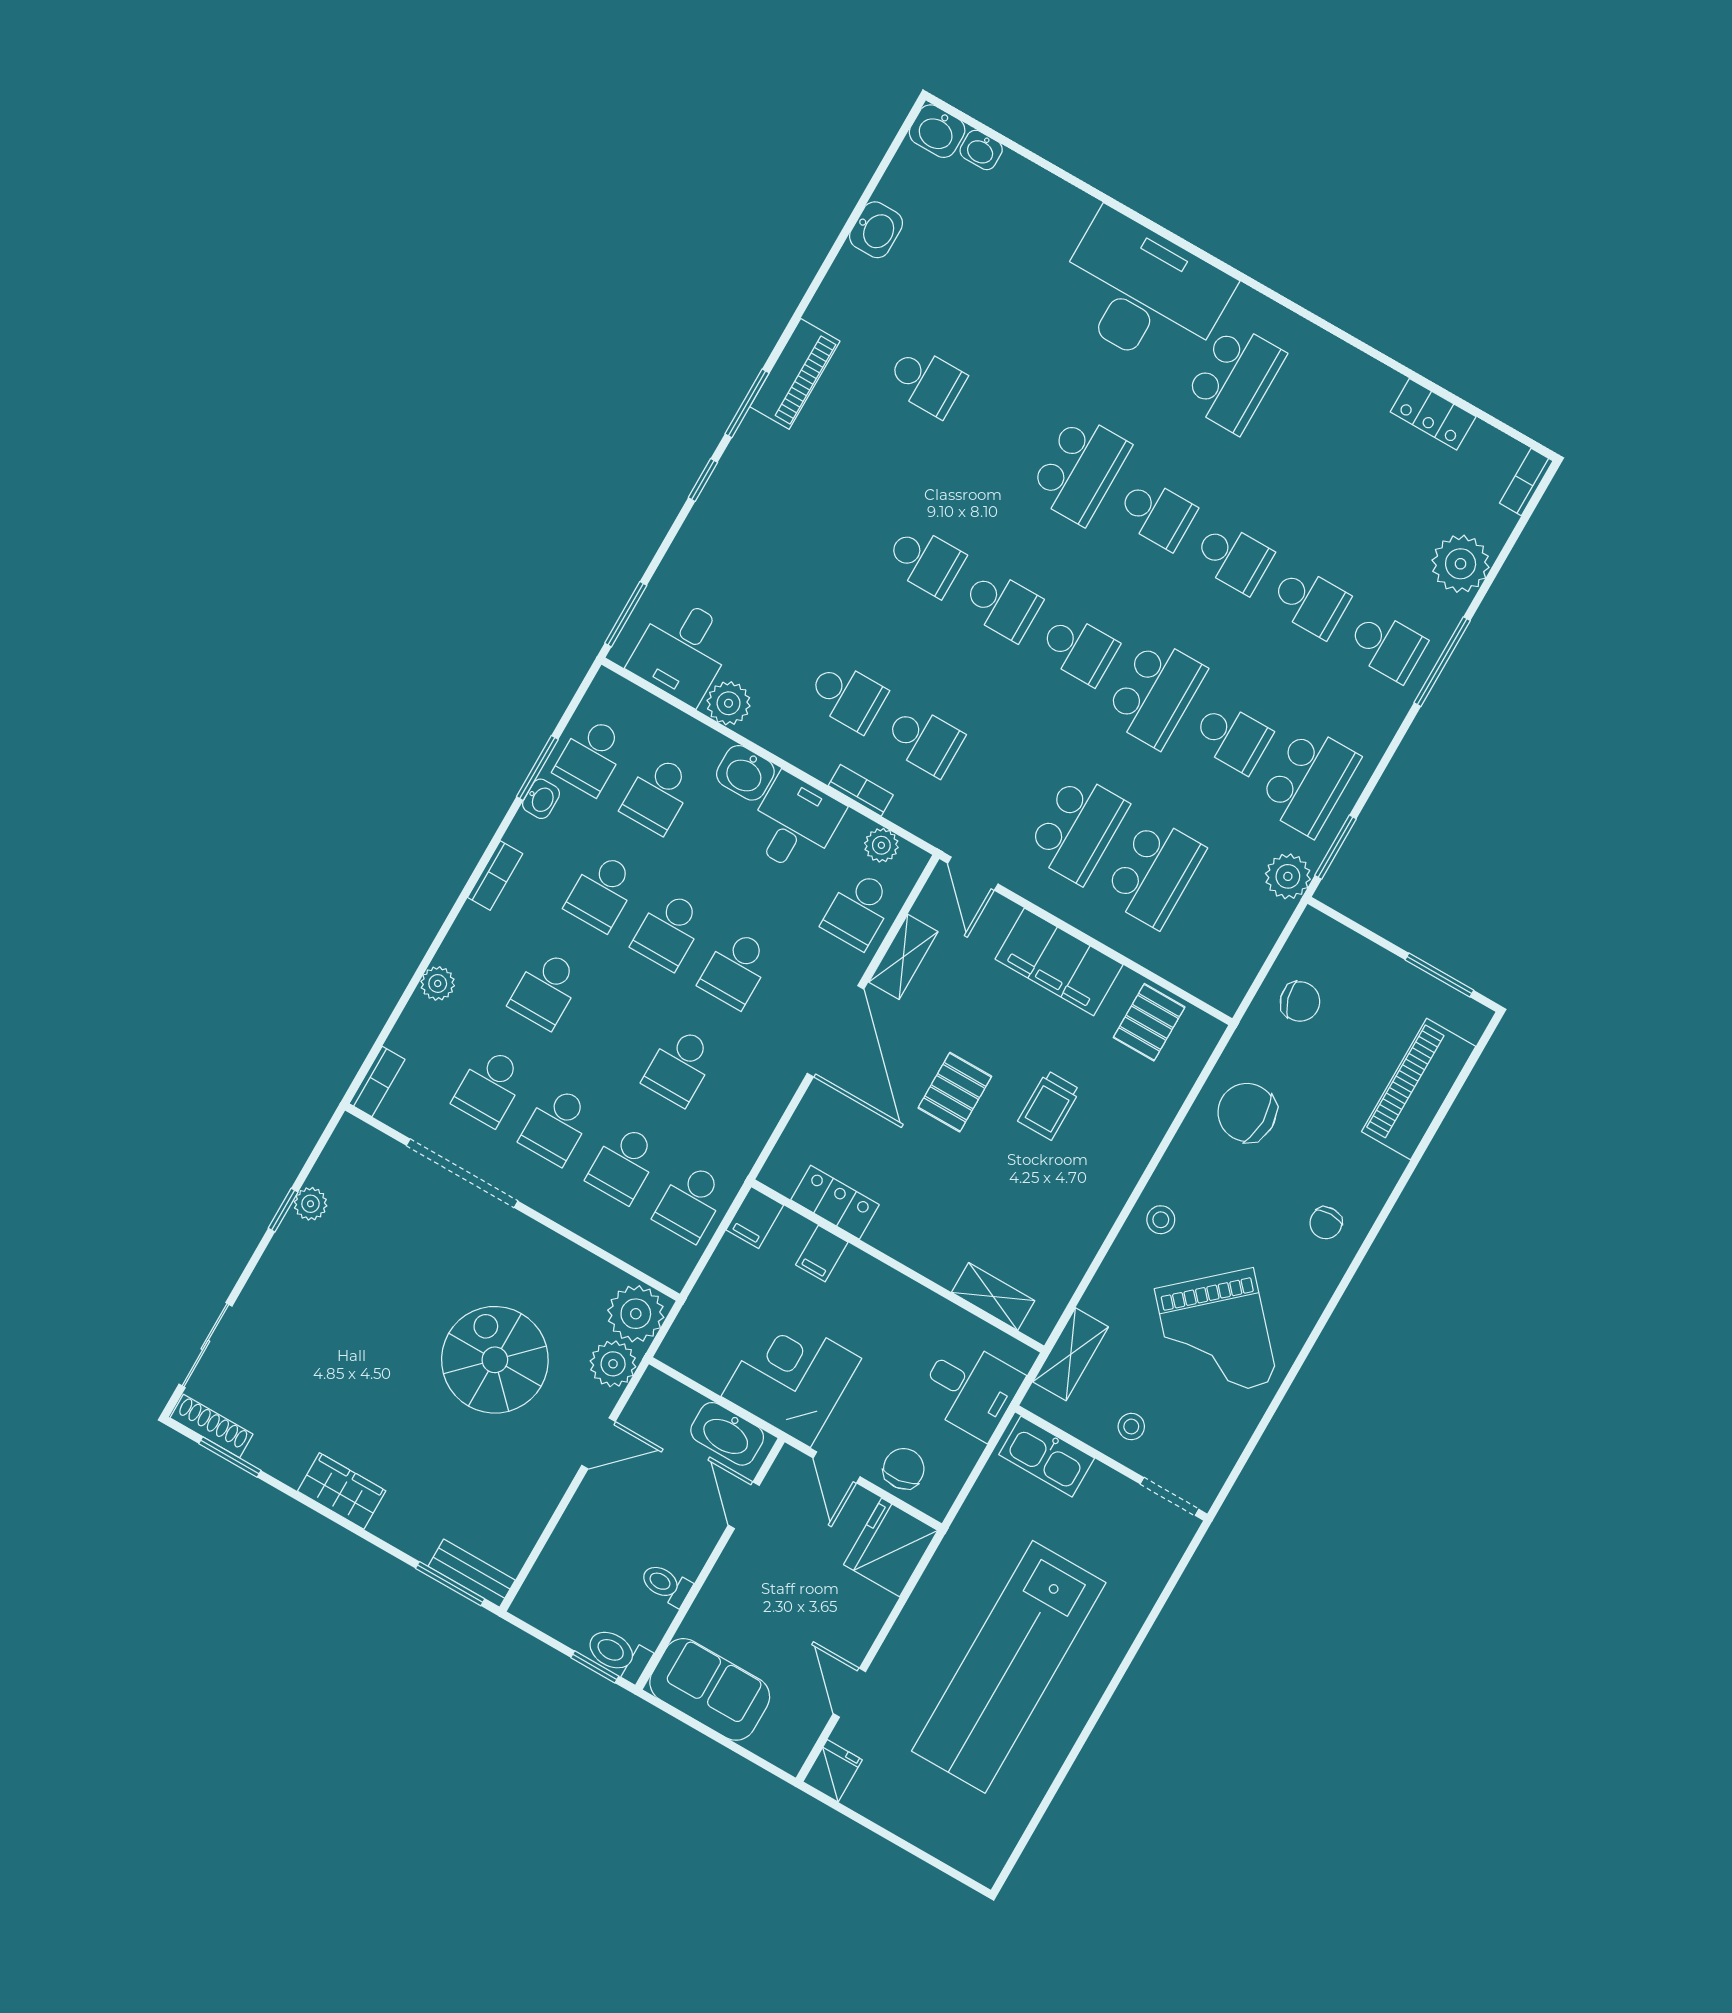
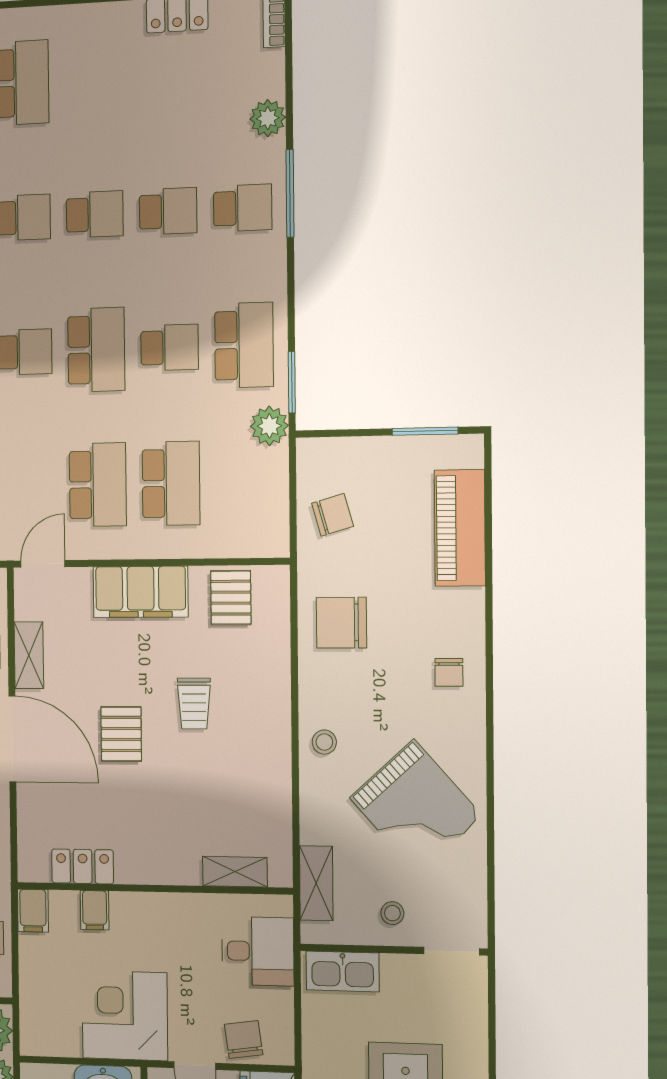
plant: (1461, 564) -> (268, 118), width x0.73, depth x0.73
door: (973, 874) -> (43, 564), swing flipped

